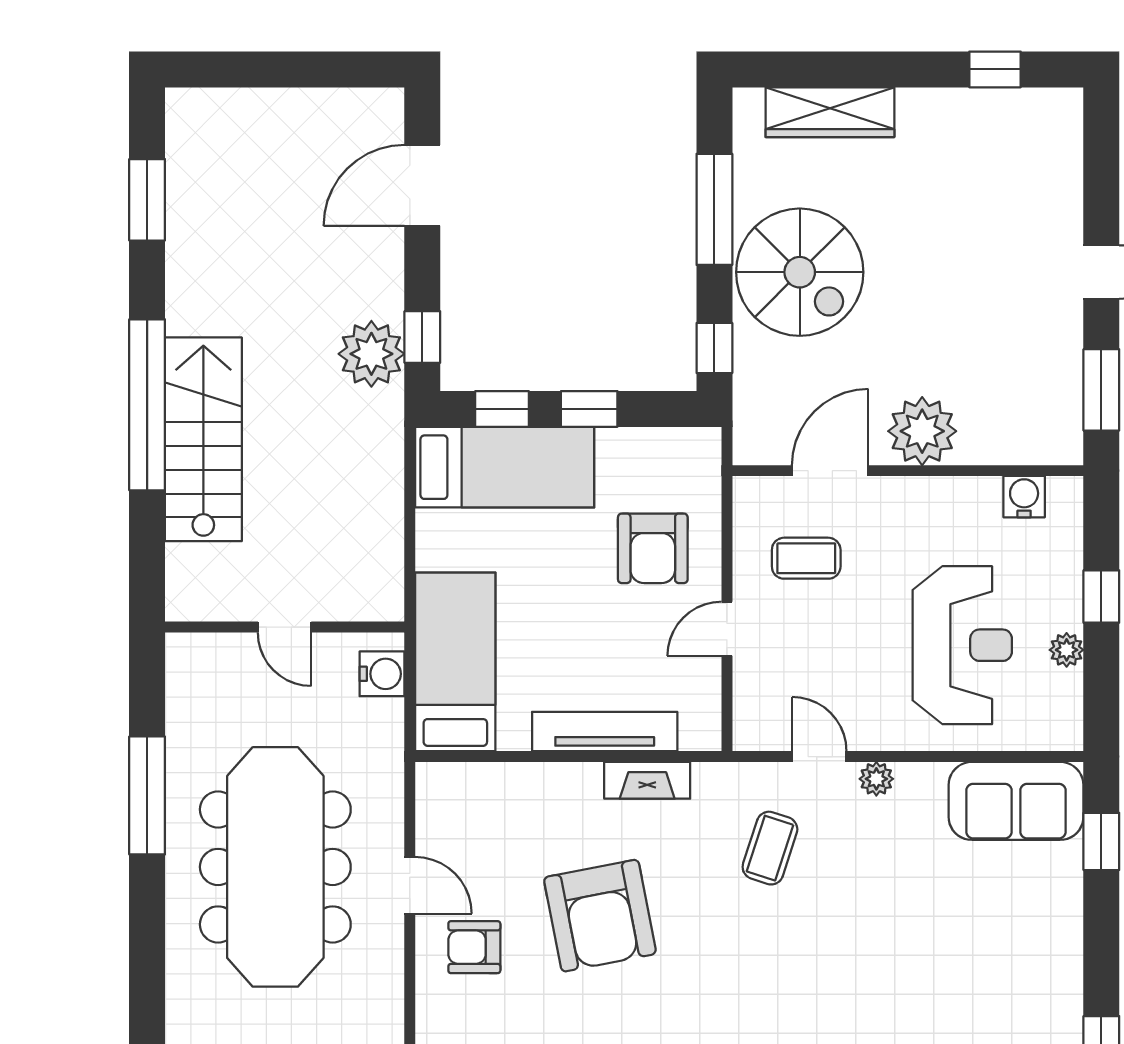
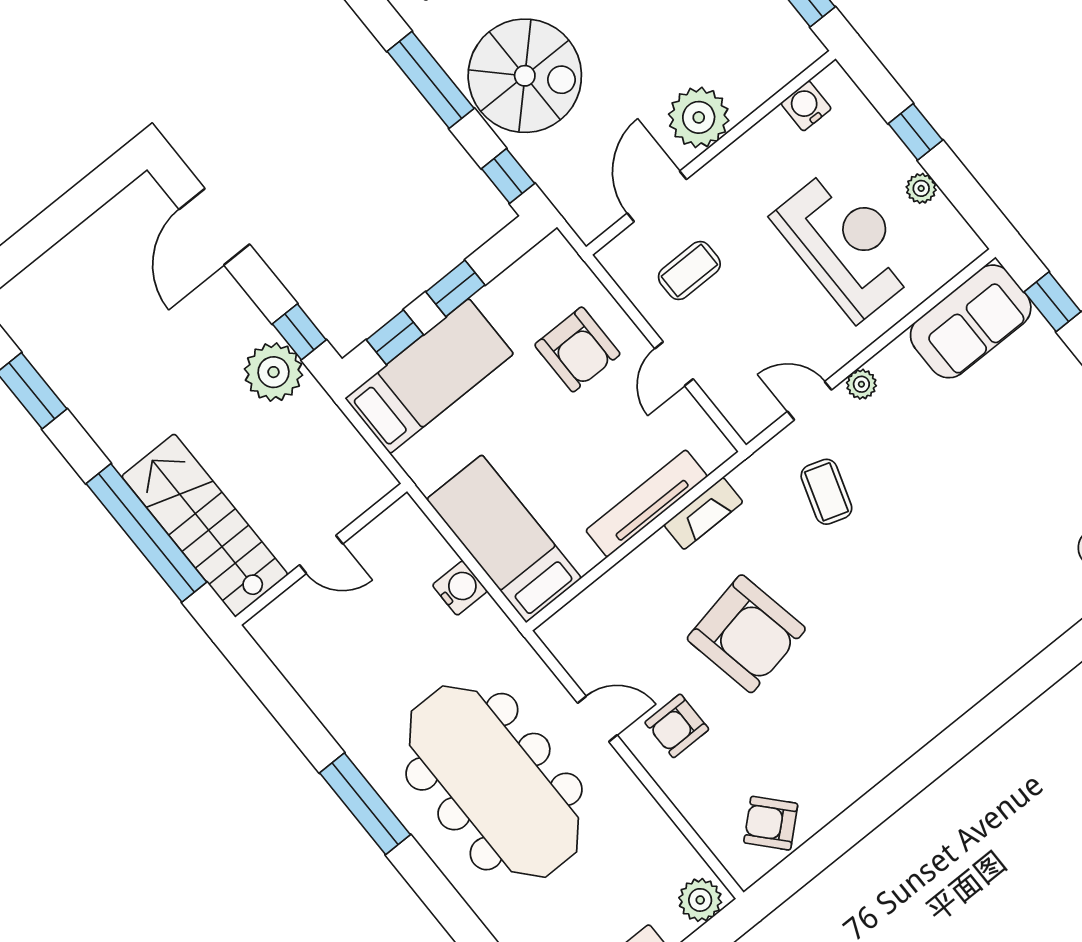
door: (285, 627) -> (321, 554), moved
wall: (285, 627) -> (321, 554), moved

